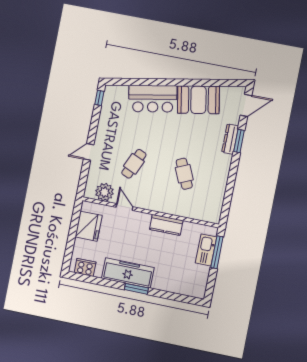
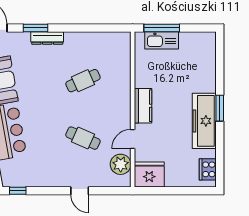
dresser: (230, 139) -> (47, 38), moved
kitchen counter: (166, 225) -> (143, 106), moved
fridge: (89, 226) -> (149, 174), moved

